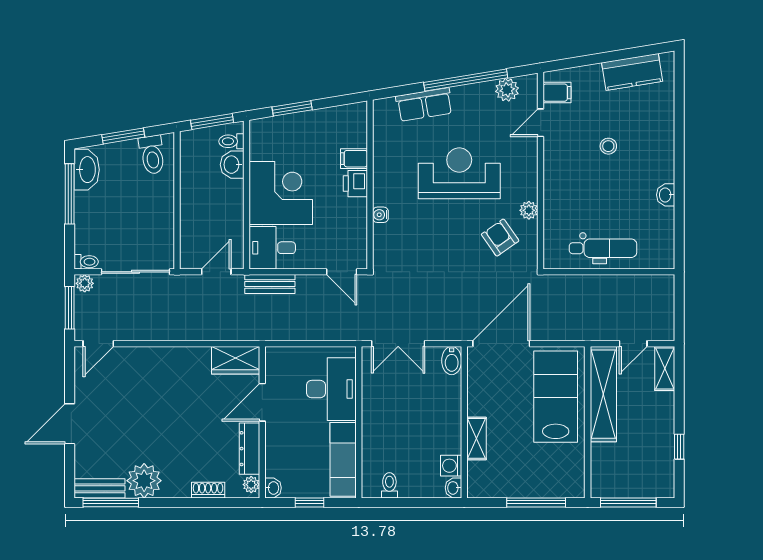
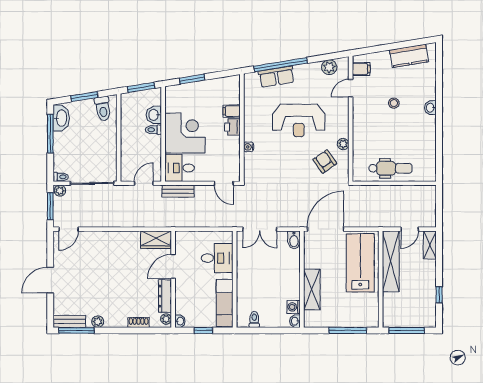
window: (466, 80) -> (281, 65), moved
toilet: (231, 141) -> (153, 130), moved
reception desk: (459, 173) -> (299, 120), turned 180
washbasin: (666, 195) -> (430, 108), moved
desk: (331, 389) -> (217, 258), width x0.73
shelving: (477, 438) -> (312, 290), width x1.50, depth x1.33
plant: (144, 481) -> (98, 322), width x0.53, depth x0.53

